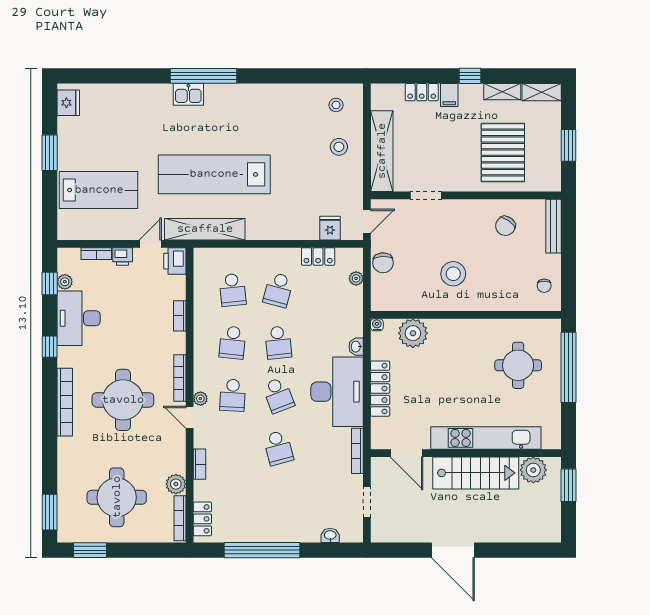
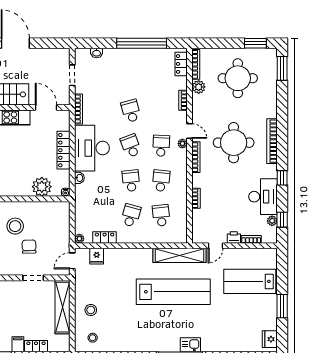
printer: (175, 261) -> (199, 234), removed
chair: (383, 263) -> (29, 247), moved
plant: (356, 278) -> (79, 239), moved

